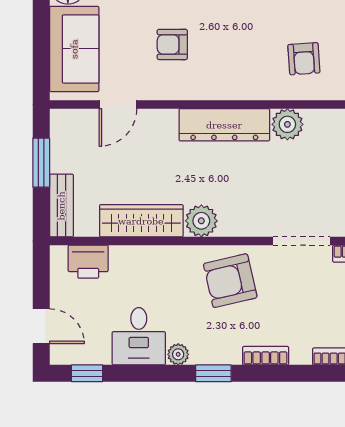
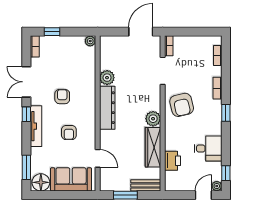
armchair: (304, 59) -> (62, 97), moved, turned -86
printer: (88, 262) -> (173, 161), moved
plant: (178, 354) -> (217, 186), moved

